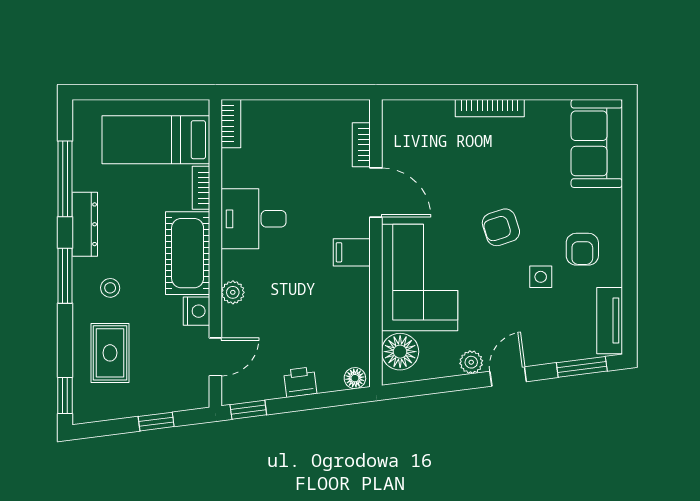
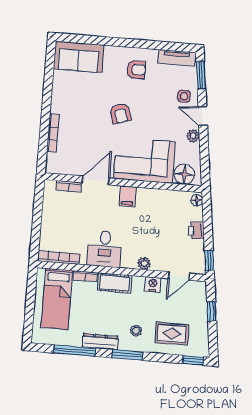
bookcase: (490, 108) -> (53, 133), moved
bookcase: (231, 124) -> (59, 258), width x1.56
cot: (188, 253) -> (115, 283), width x0.73, depth x0.75
side table: (541, 277) -> (184, 96), moved
door: (215, 357) -> (179, 276), swing flipped

